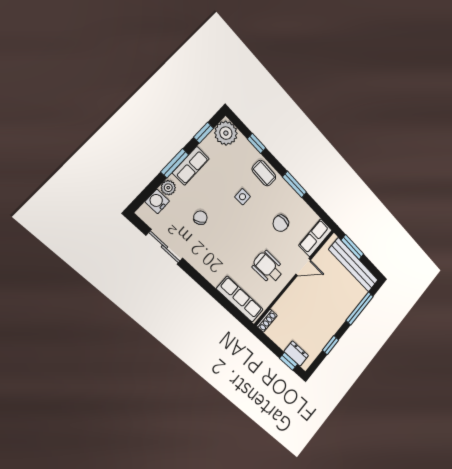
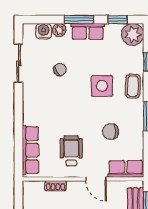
side table: (243, 197) -> (102, 86), width x1.87, depth x1.87
shoe rack: (267, 321) -> (56, 186), moved

